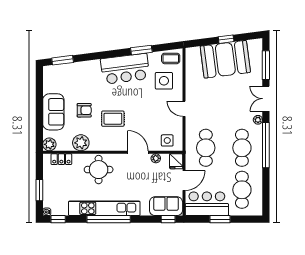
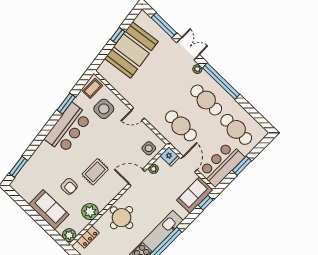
double door: (266, 99) -> (188, 49), swing flipped
armchair: (84, 110) -> (69, 186), turned 90

